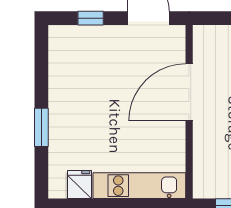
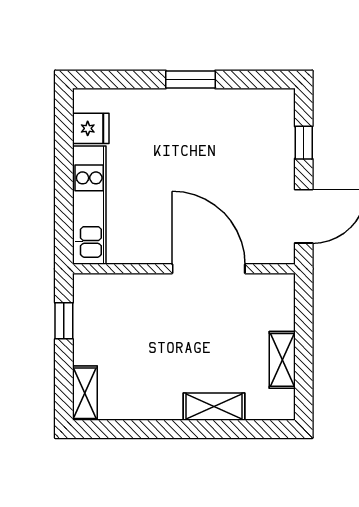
window: (41, 127) -> (190, 79), moved

